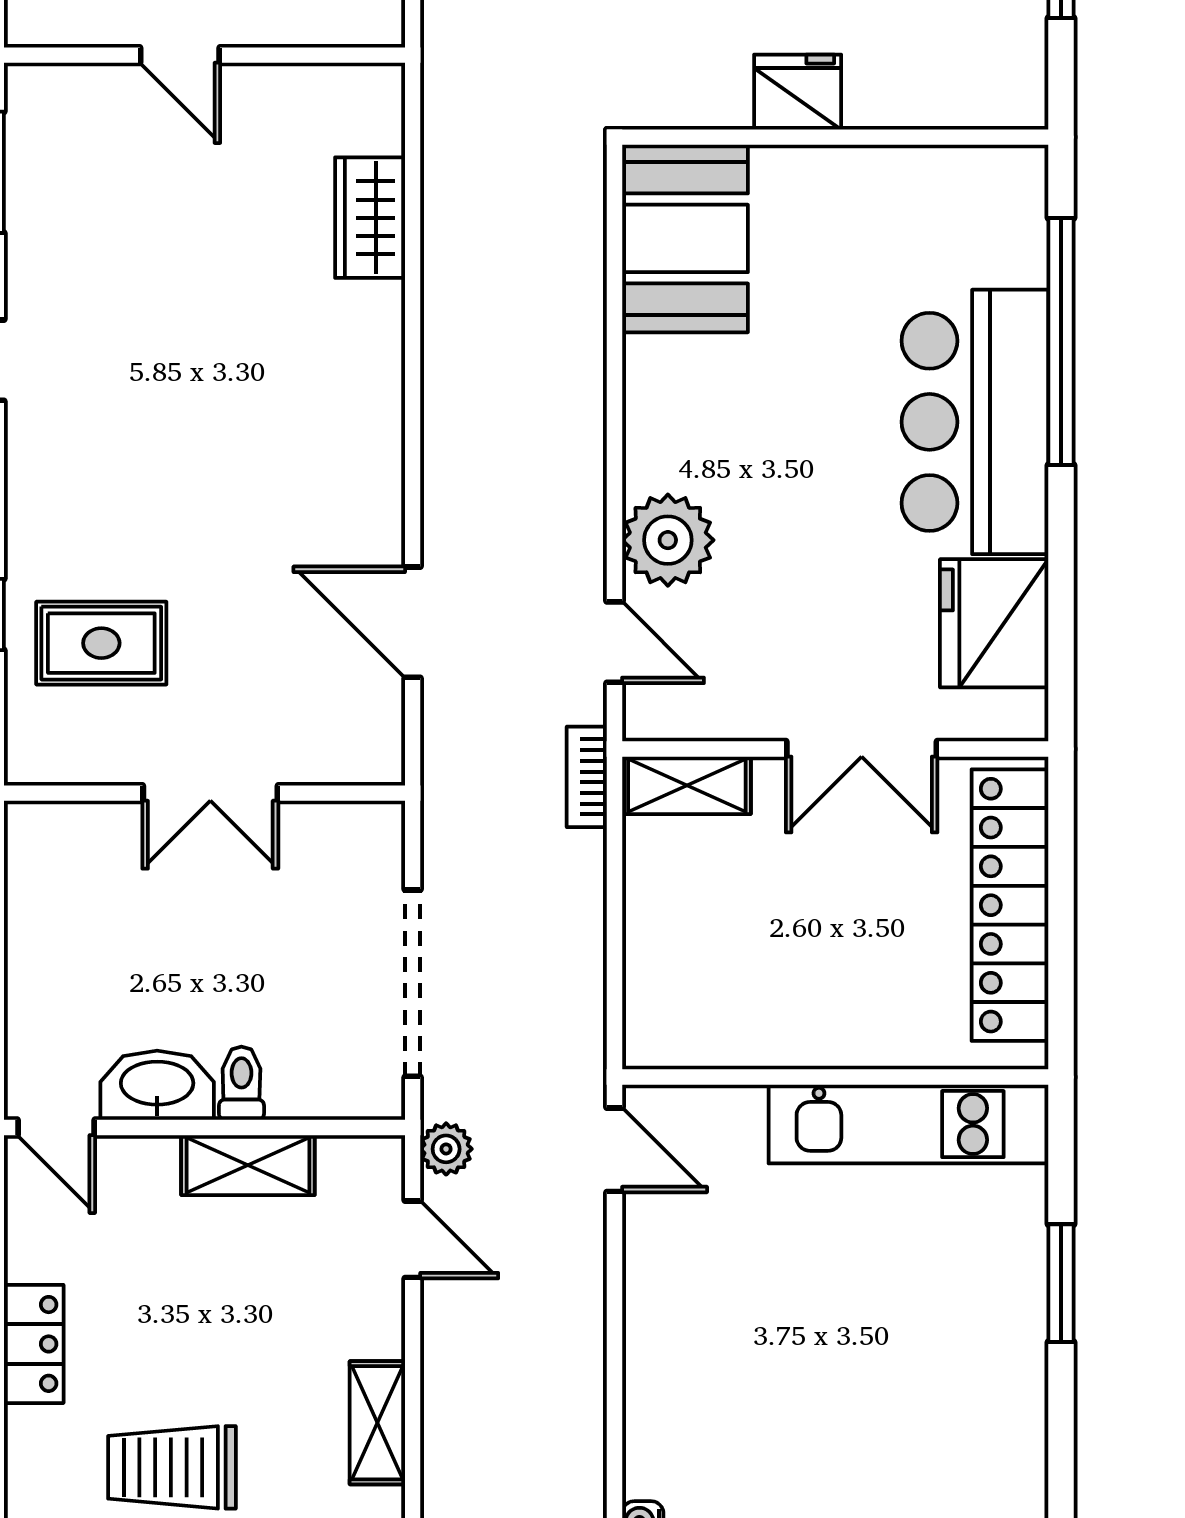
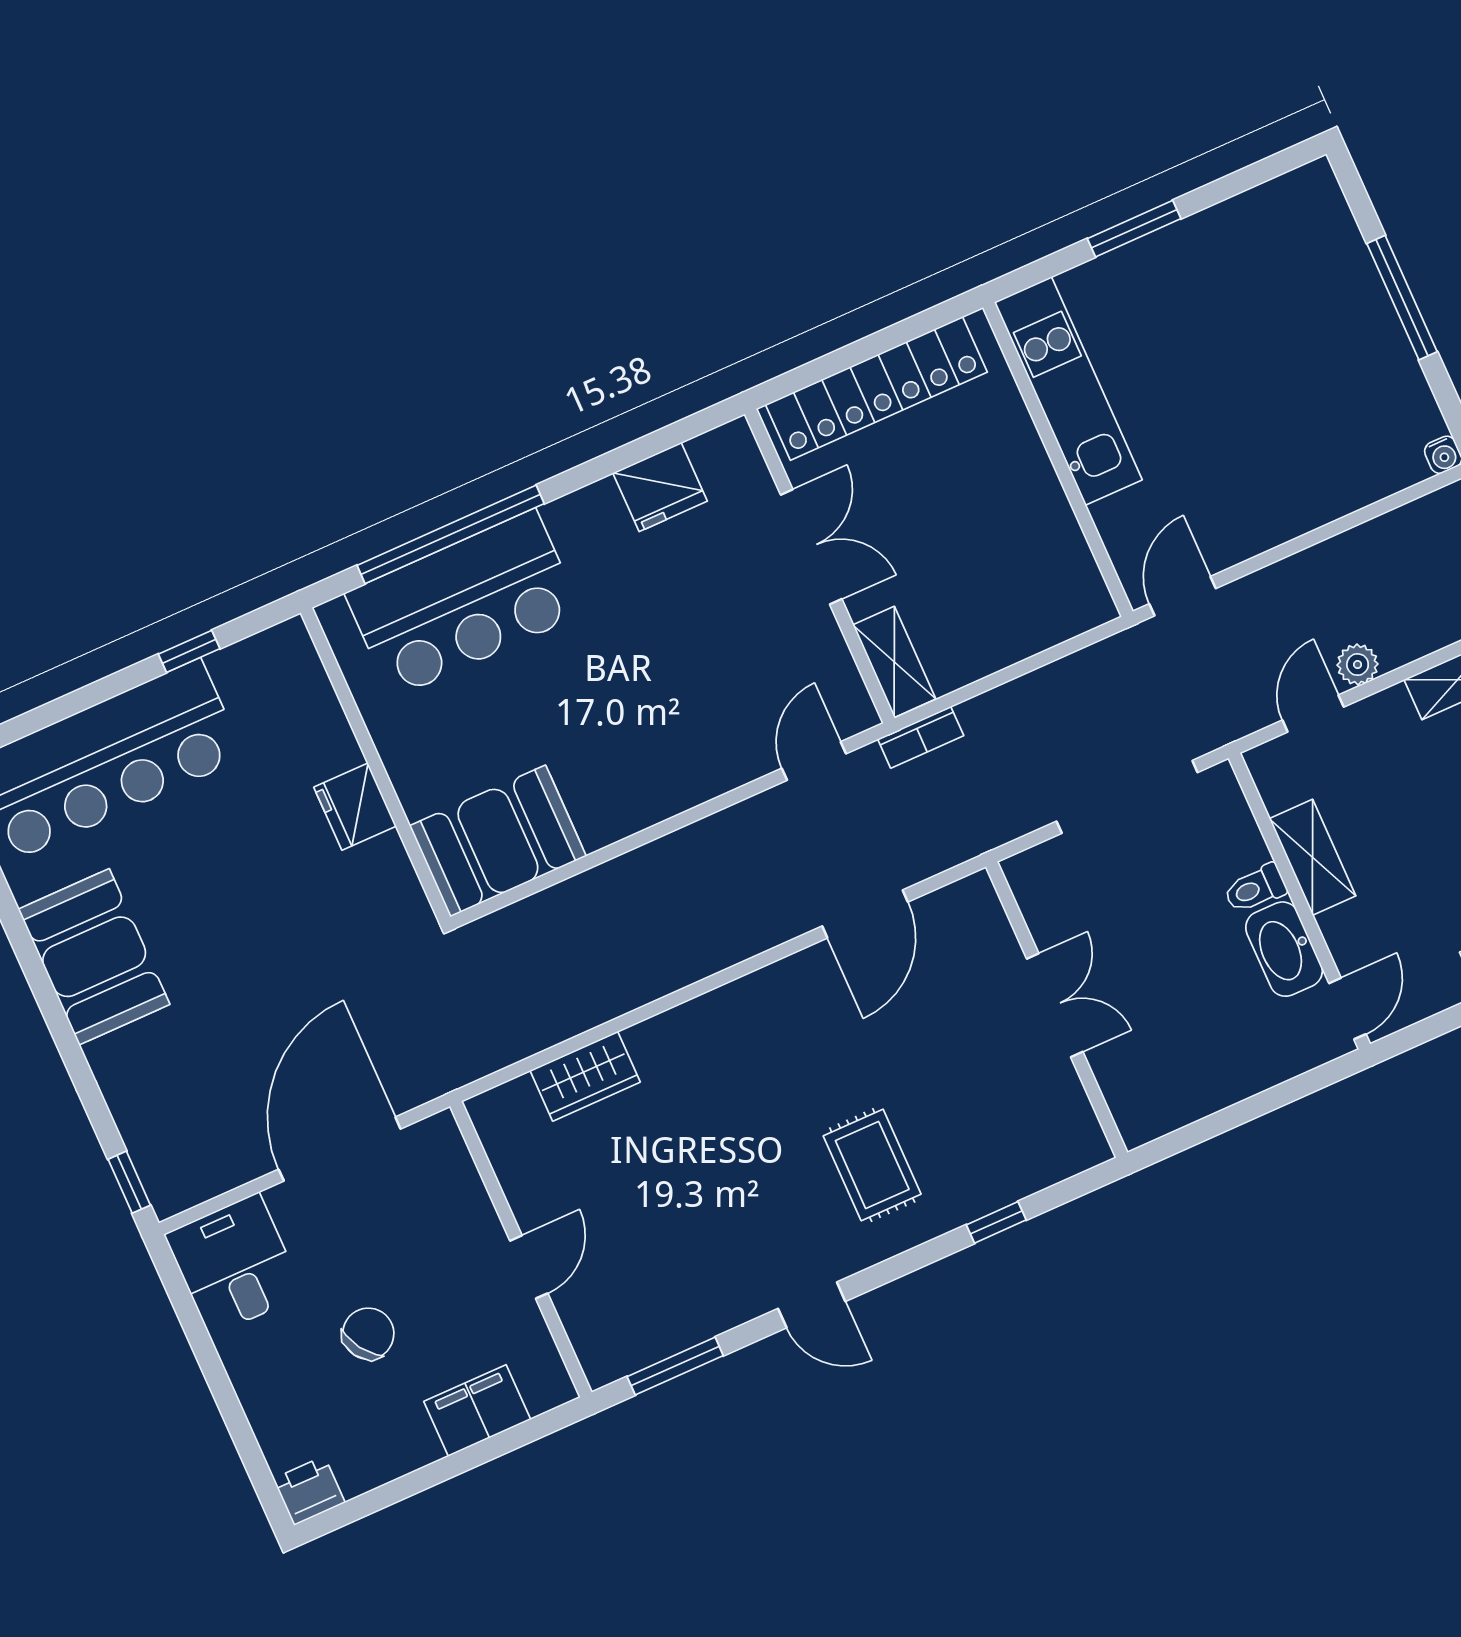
bar counter: (975, 422) -> (464, 604), moved
plant: (668, 540) -> (722, 755), removed
fridge: (994, 623) -> (660, 487), width x0.73, depth x0.75
rug: (101, 643) -> (872, 1165), moved
plant: (446, 1149) -> (1358, 665), moved

